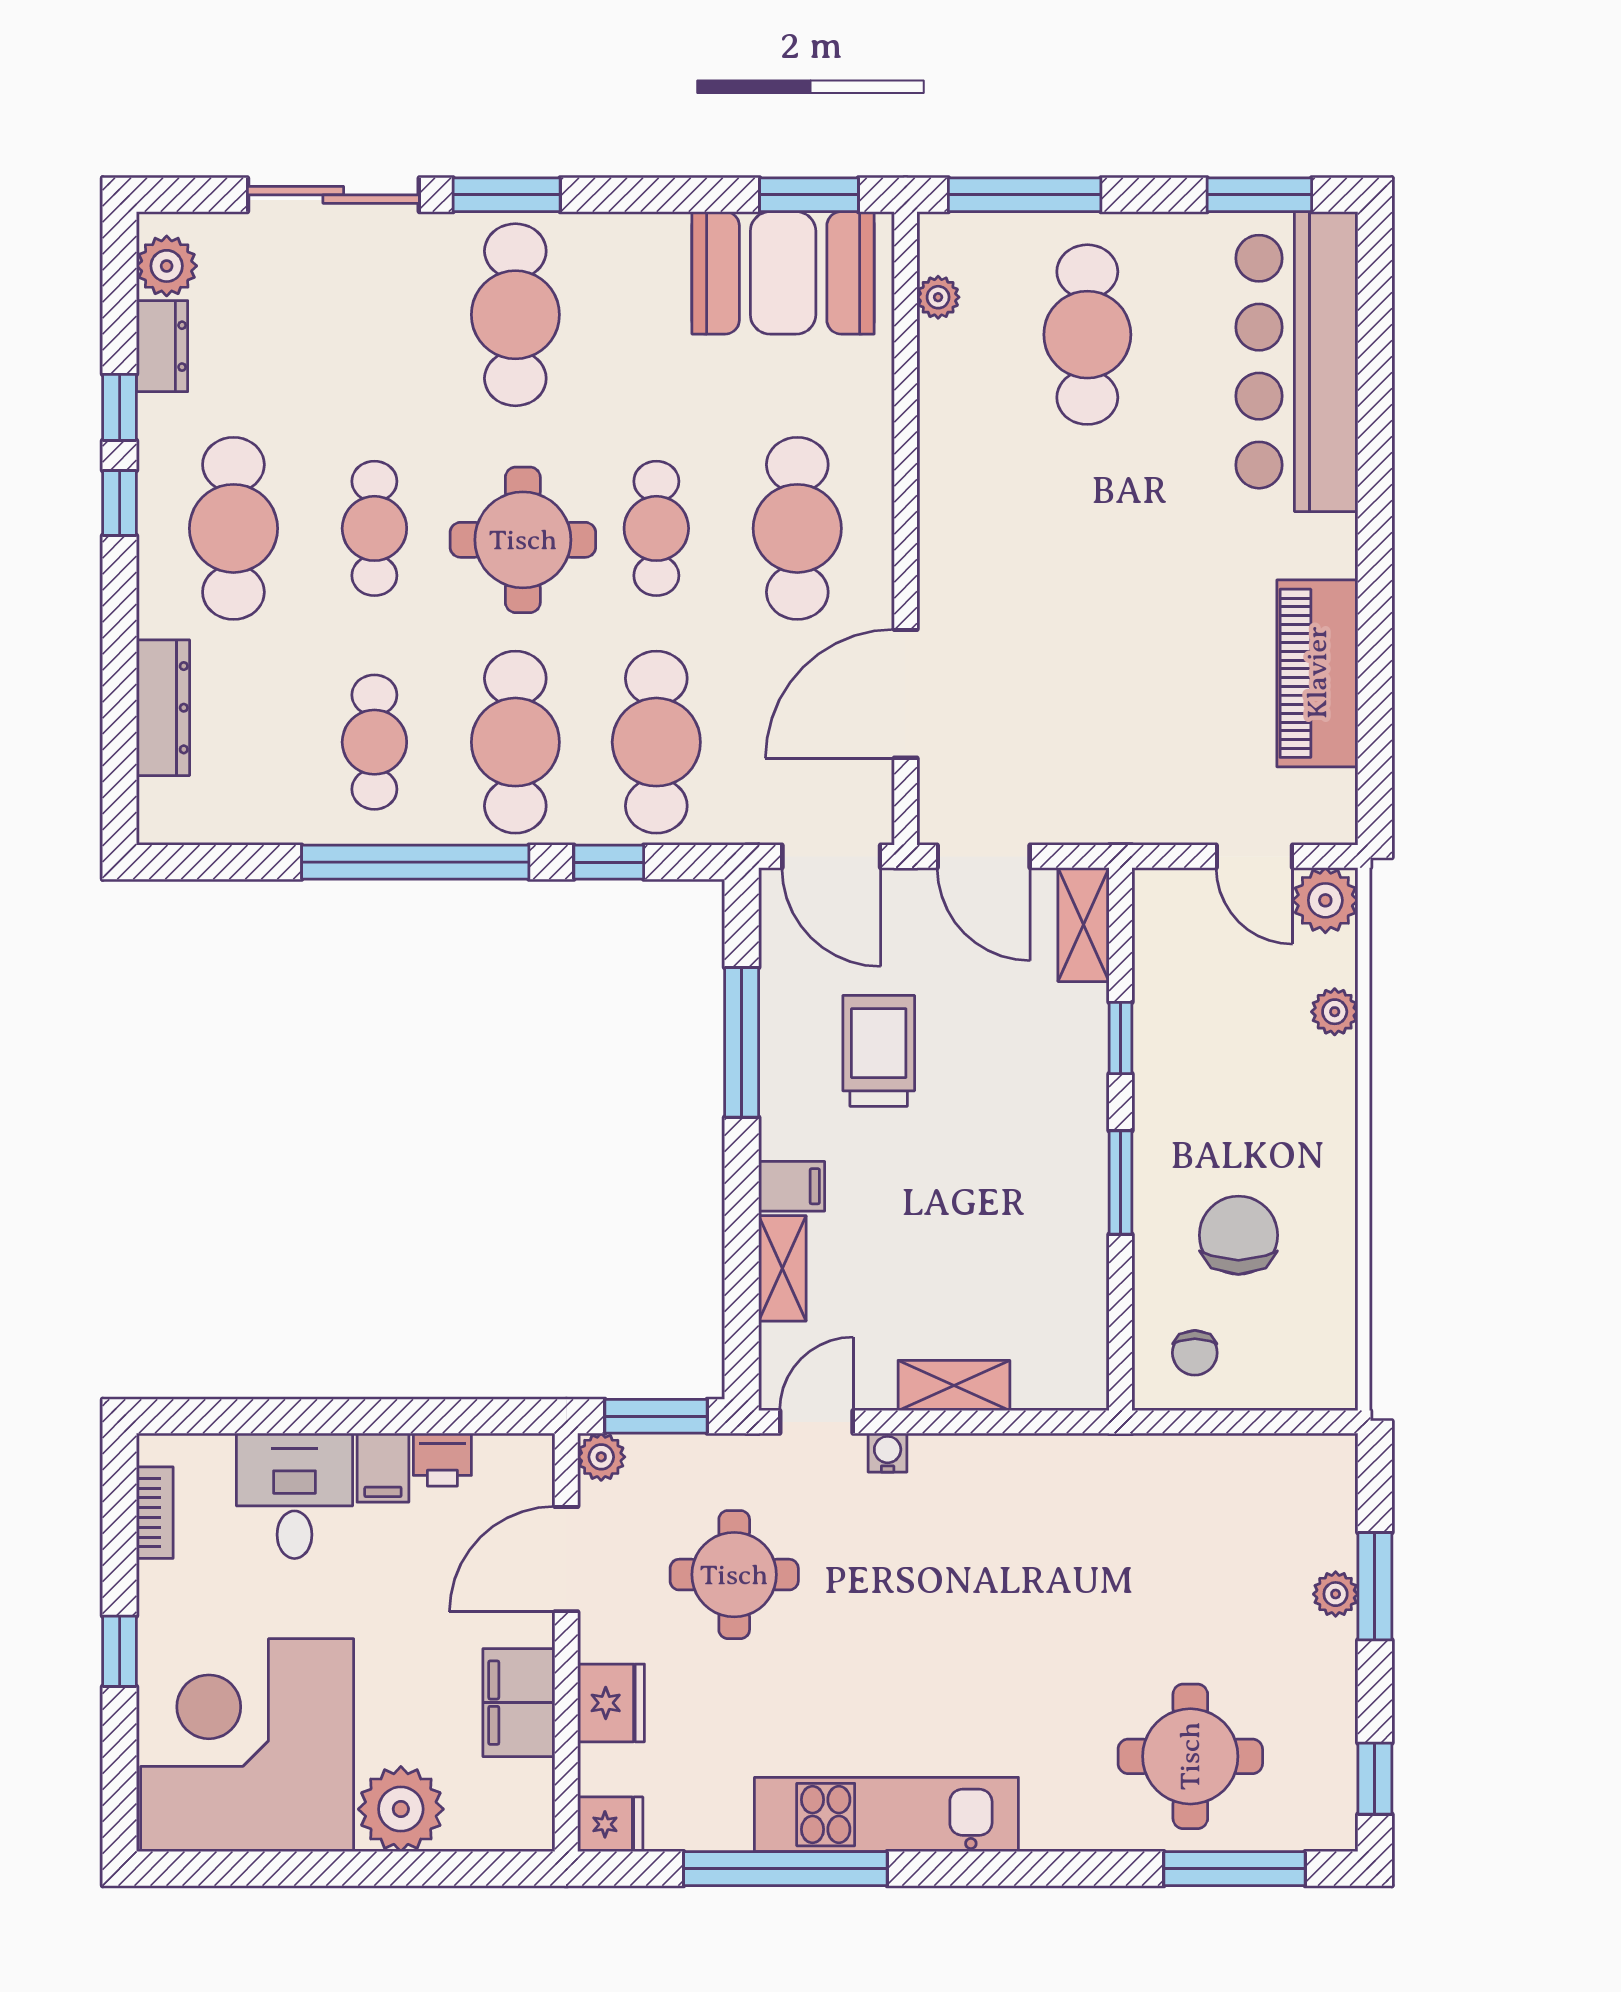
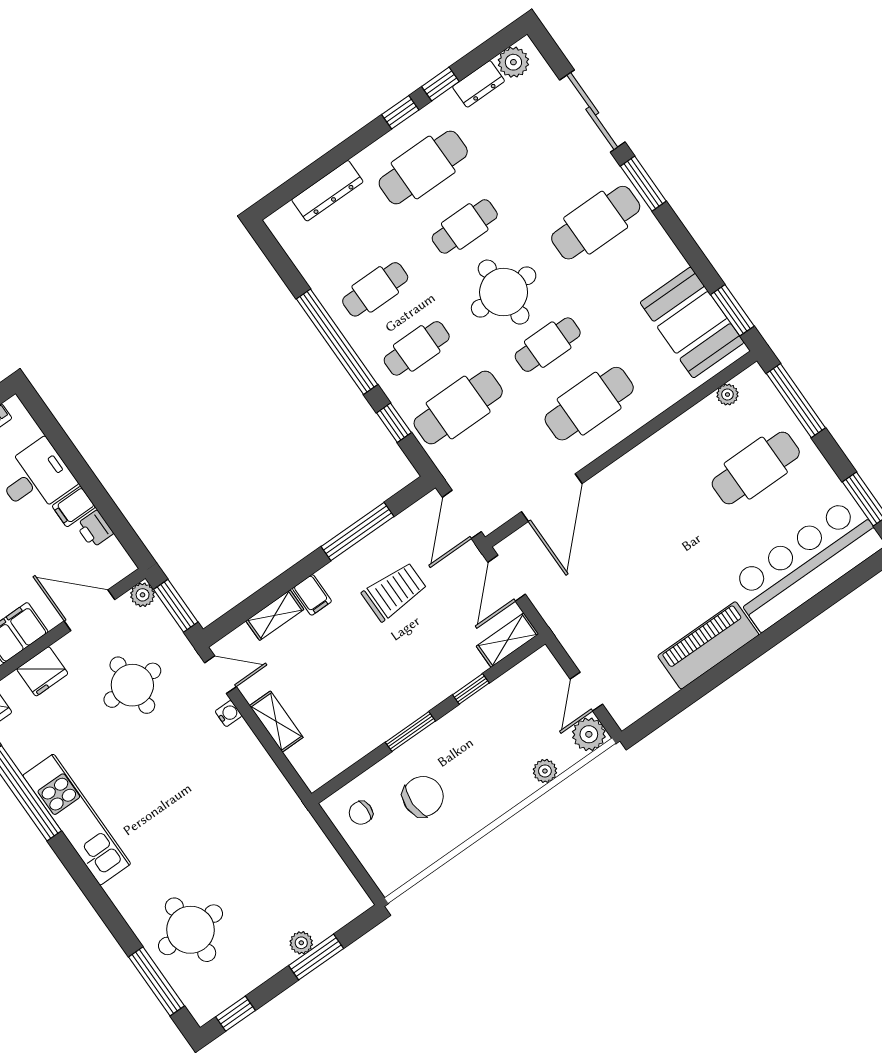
piano: (1317, 673) -> (708, 645), moved
door: (906, 694) -> (552, 498), swing flipped
cafe table: (515, 742) -> (417, 348), width x0.73, depth x0.74

